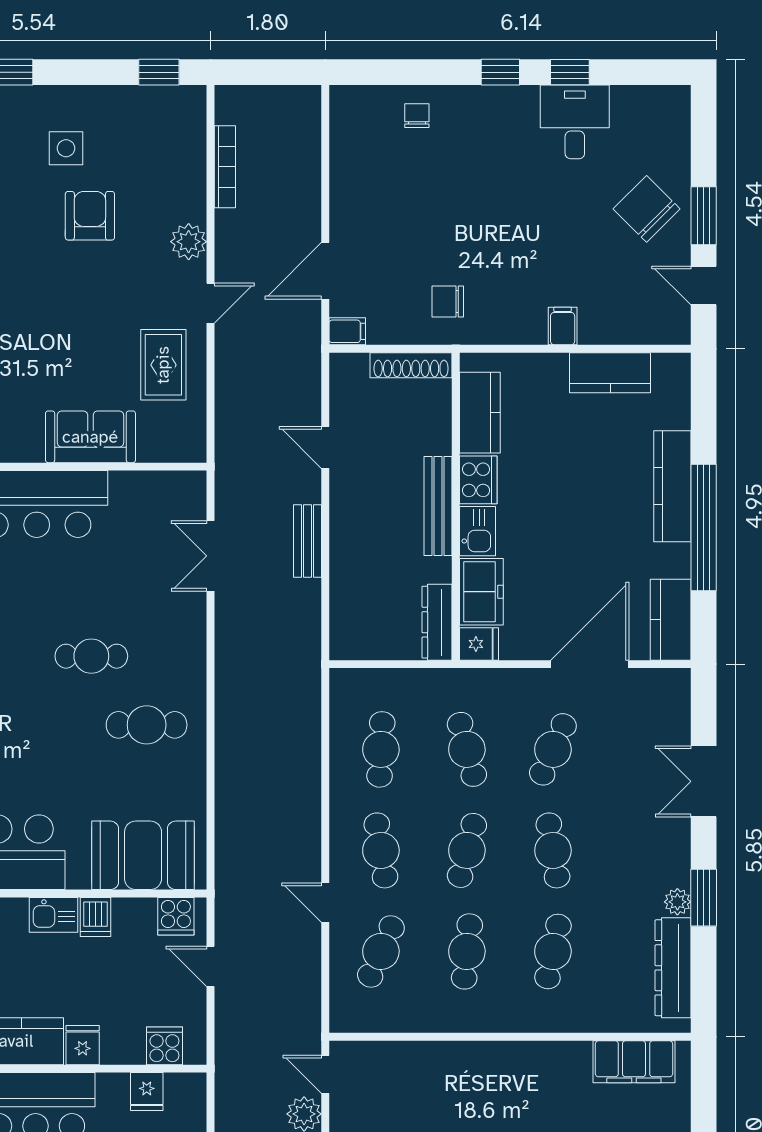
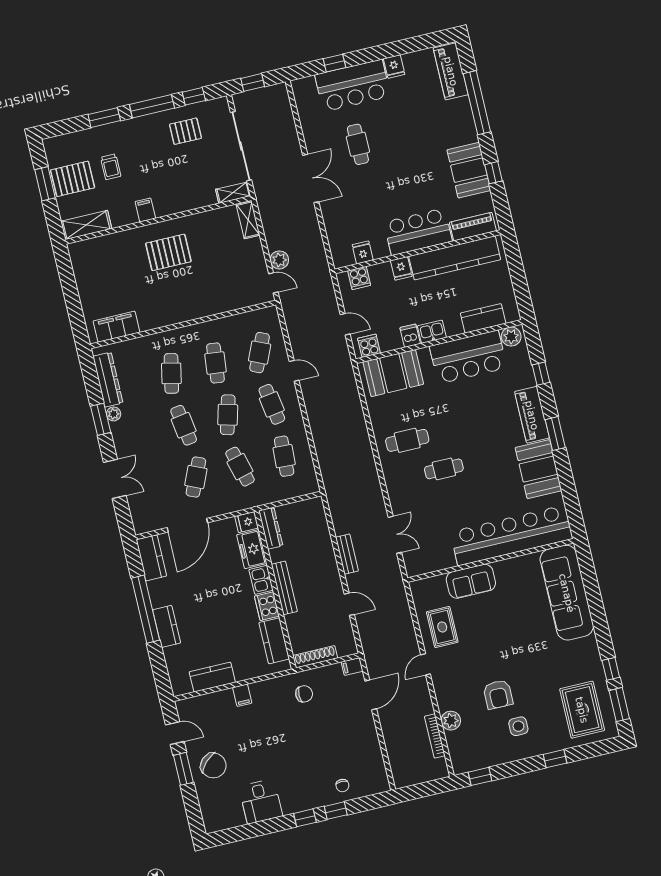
window: (570, 72) -> (336, 811), moved
plant: (189, 242) -> (451, 721), moved
kitchen counter: (672, 486) -> (167, 626), width x0.67

